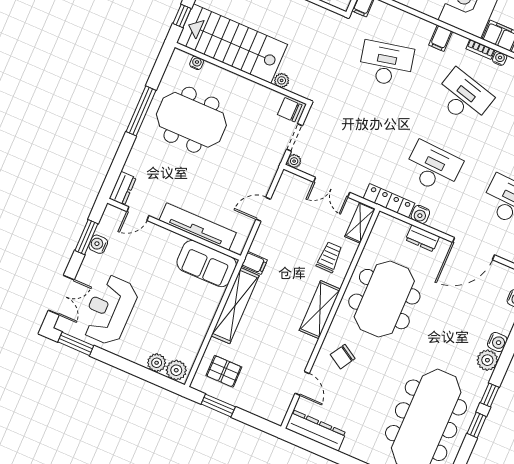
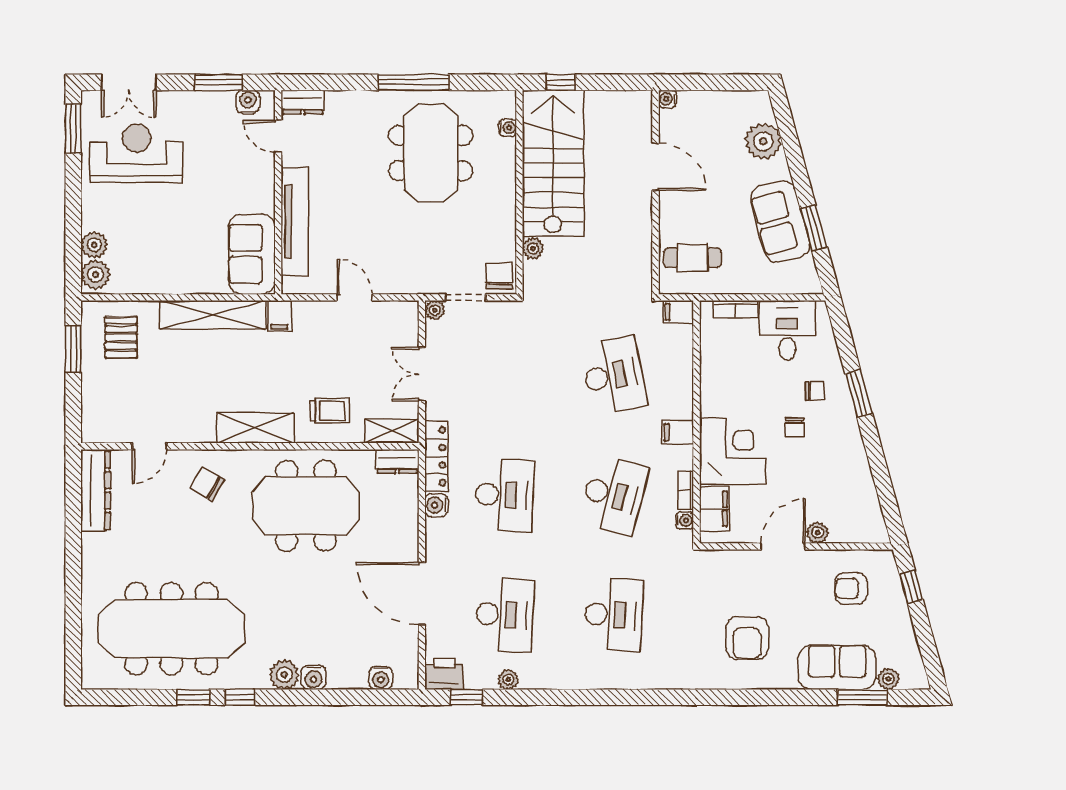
dresser: (422, 238) -> (397, 461), moved, turned -90
water cooler: (98, 244) -> (248, 102), moved

